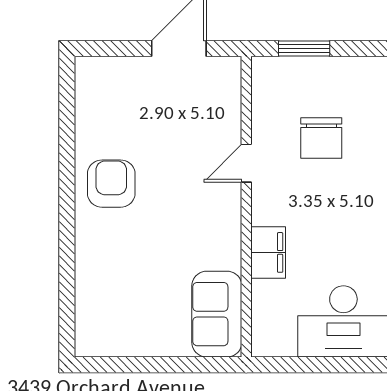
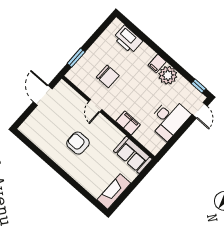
armchair: (111, 184) -> (78, 143), moved
fireplace: (118, 339) -> (114, 191), added

